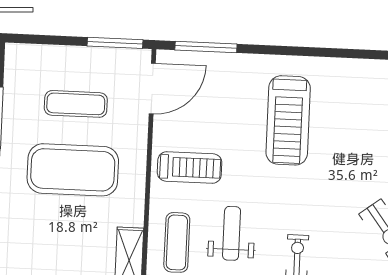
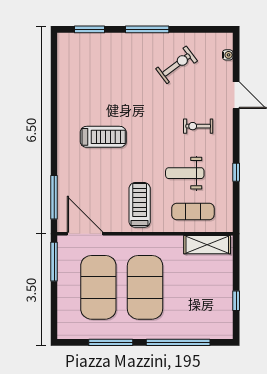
exercise mat: (76, 104) -> (98, 287), width x2.00, depth x1.45
treadmill: (288, 120) -> (103, 137), width x0.73, depth x0.73

